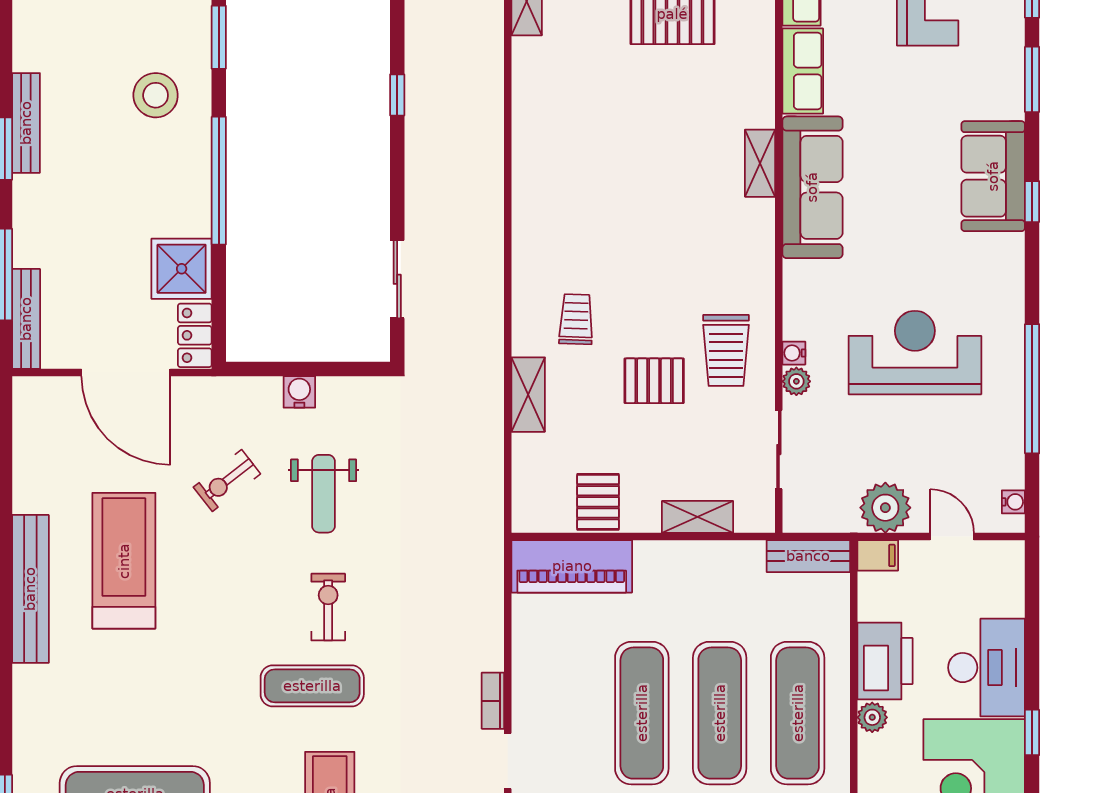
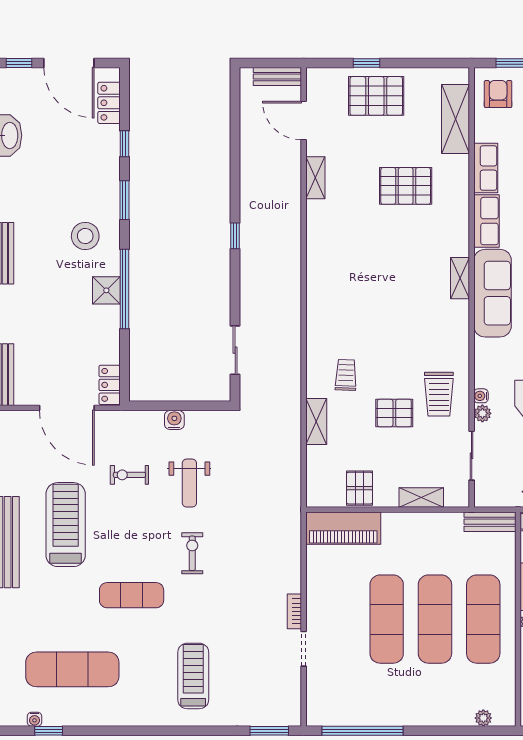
shower: (182, 269) -> (106, 290), moved, width x0.73, depth x0.73
exercise bike: (227, 480) -> (129, 475), turned 38
exercise mat: (312, 686) -> (132, 595), moved

